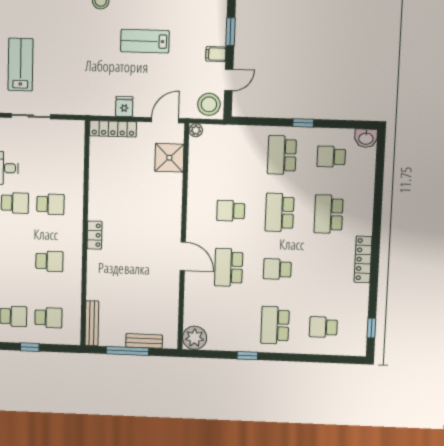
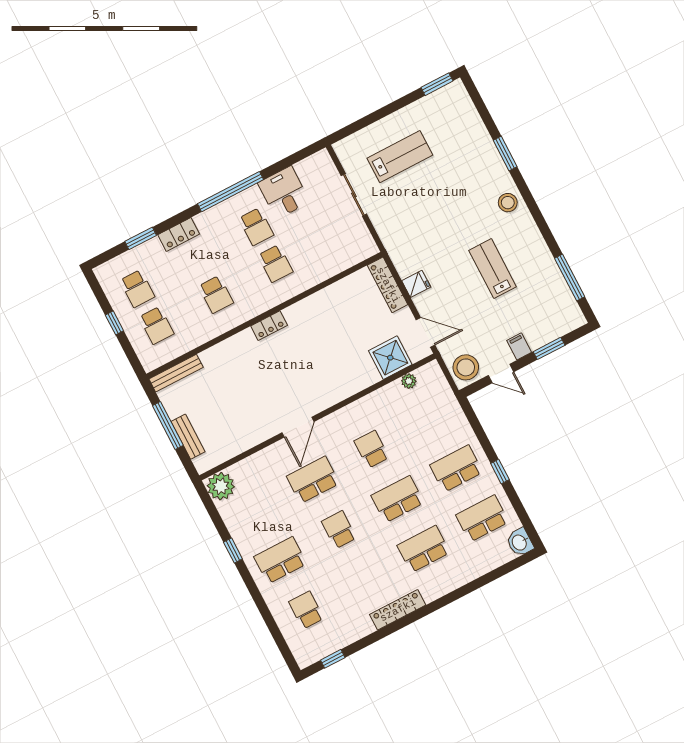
plant: (196, 130) -> (409, 381), moved
school desk: (331, 157) -> (482, 518), width x1.85

